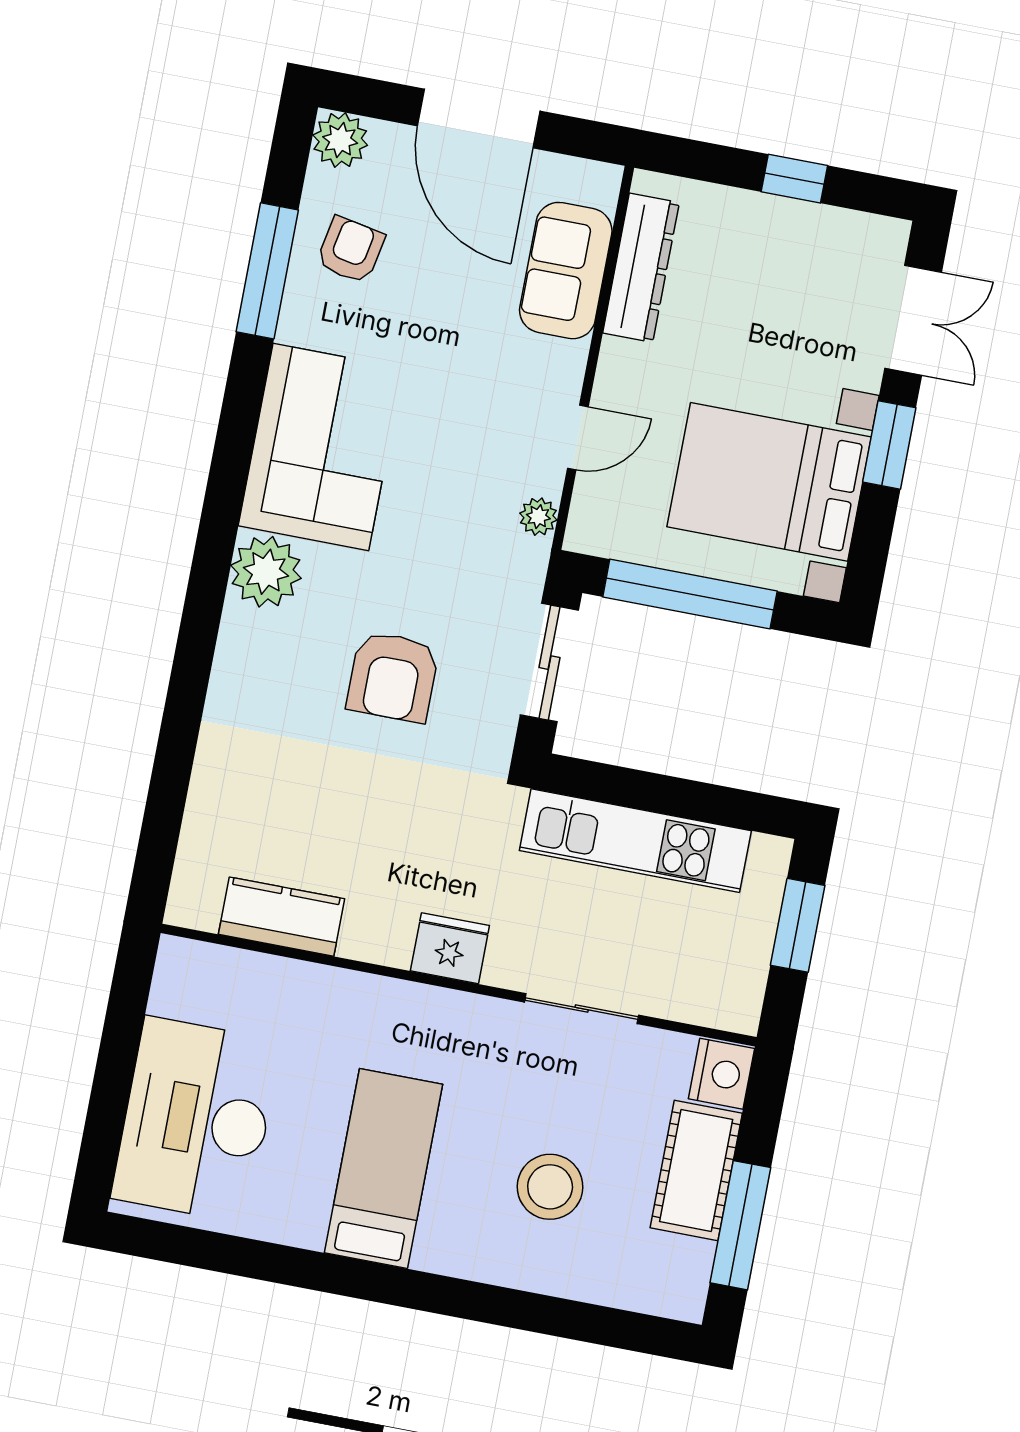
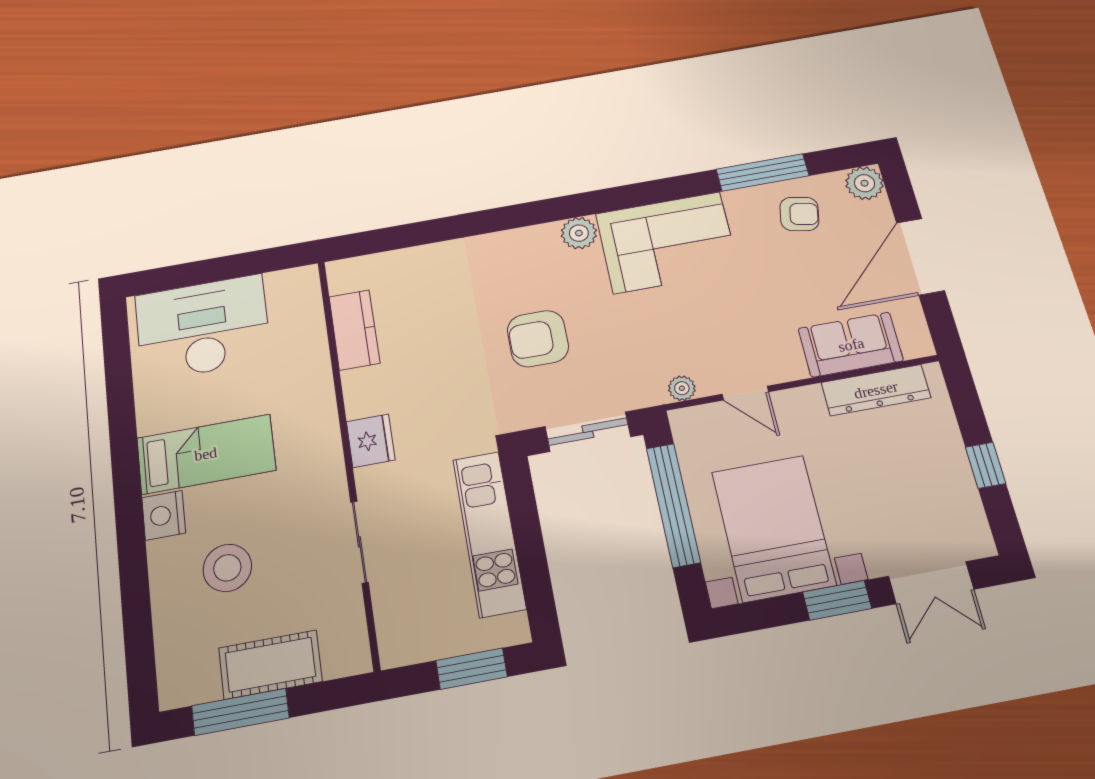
plant: (266, 572) -> (579, 233), width x0.73, depth x0.73
nightstand: (721, 1074) -> (164, 515), moved, turned 90

